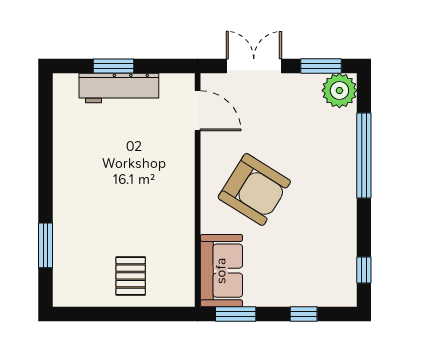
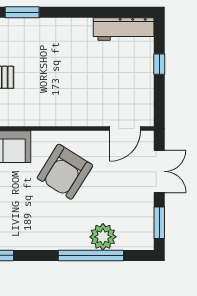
window: (113, 66) -> (159, 64), width x0.67
workbench: (119, 88) -> (124, 29), moved, turned -90
plant: (339, 90) -> (103, 237), moved

